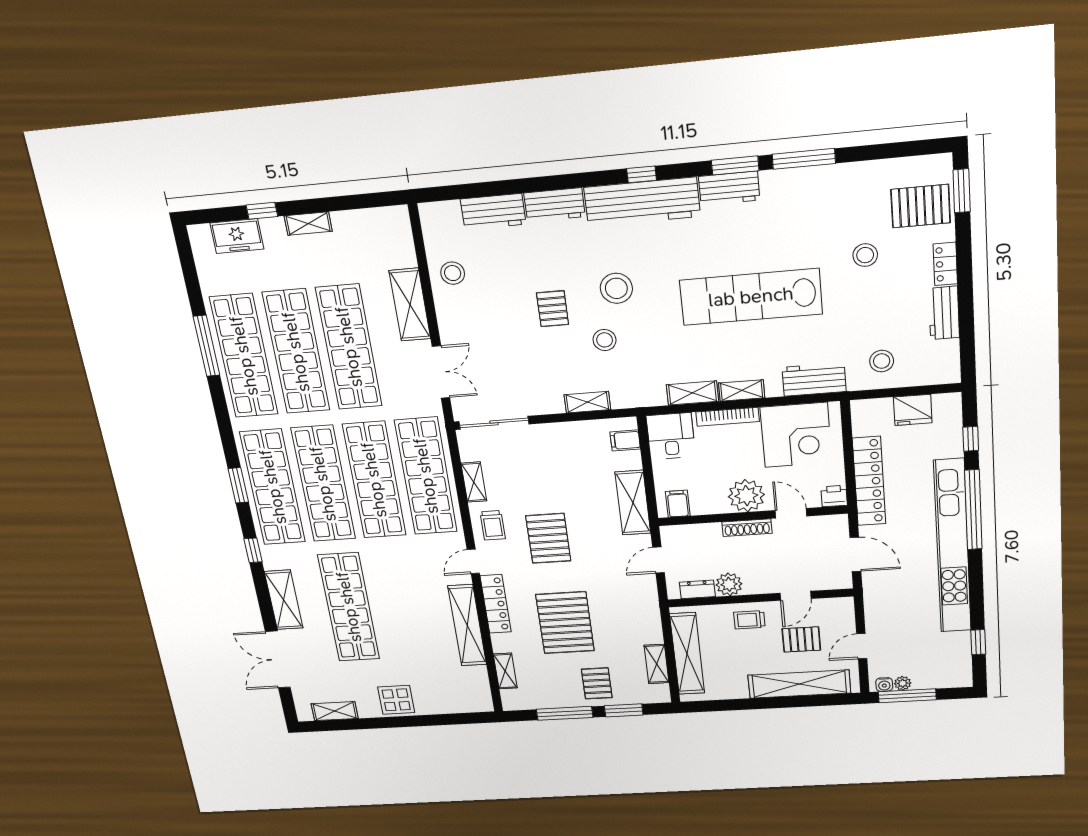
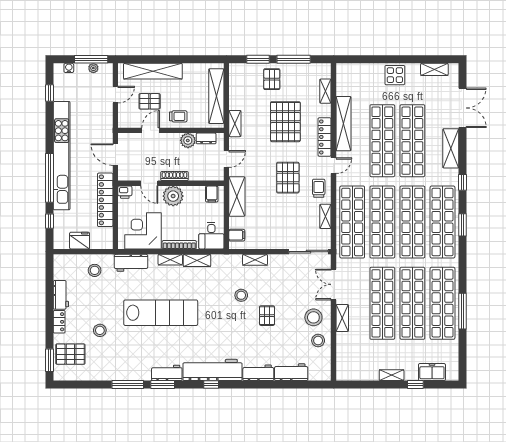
stool: (616, 288) -> (313, 317), moved
shelving: (410, 305) -> (342, 318), width x0.67, depth x0.75
shop shelf: (398, 604) -> (382, 141), added
shelving: (657, 664) -> (235, 124), moved
water cooler: (884, 685) -> (69, 68), moved

